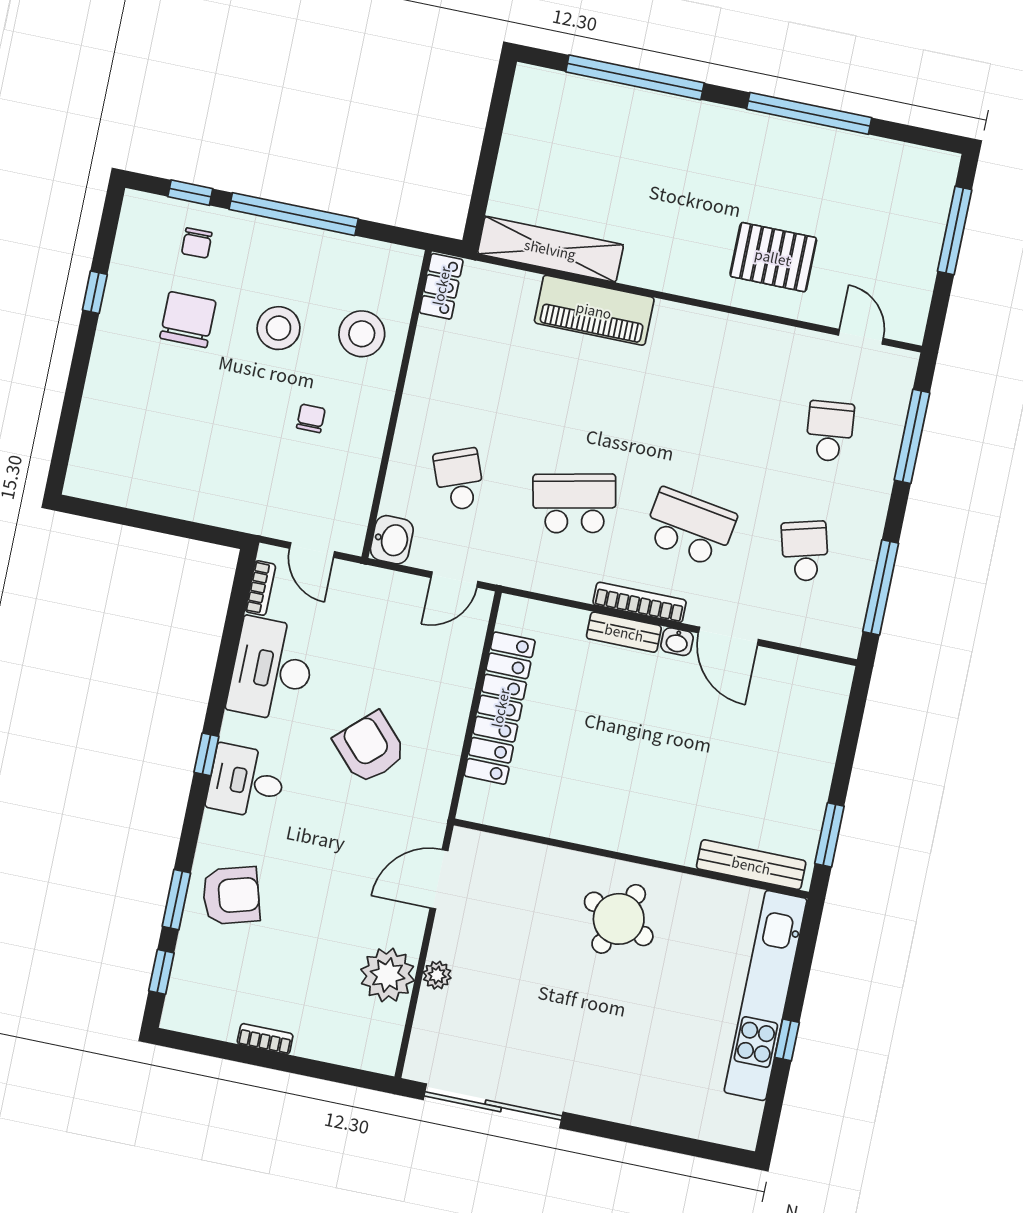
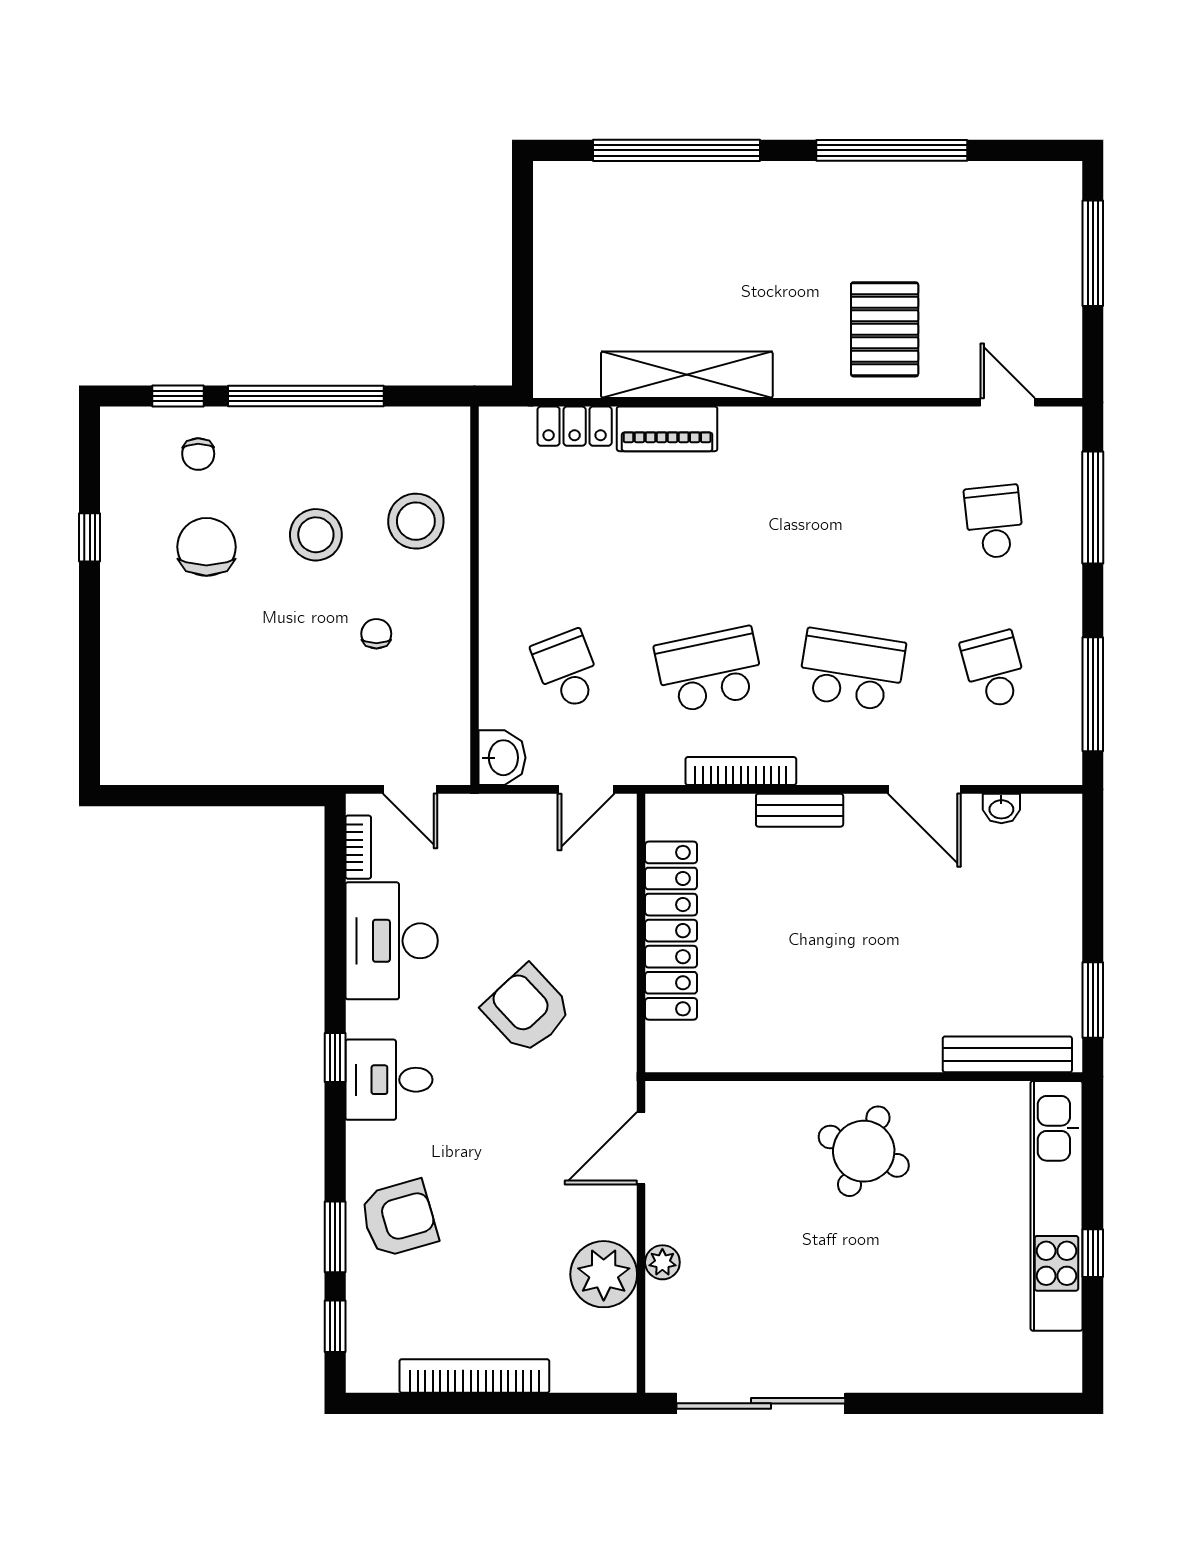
shelving: (550, 249) -> (687, 375), moved
pallet: (773, 257) -> (885, 329), turned 90
locker: (441, 286) -> (575, 426), moved, turned 90
piano: (594, 310) -> (667, 429), width x0.73, depth x0.75
bookcase: (640, 602) -> (741, 771), moved
washbasin: (677, 642) -> (1001, 808), moved
bookcase: (265, 1039) -> (474, 1376), width x2.31, depth x1.31

